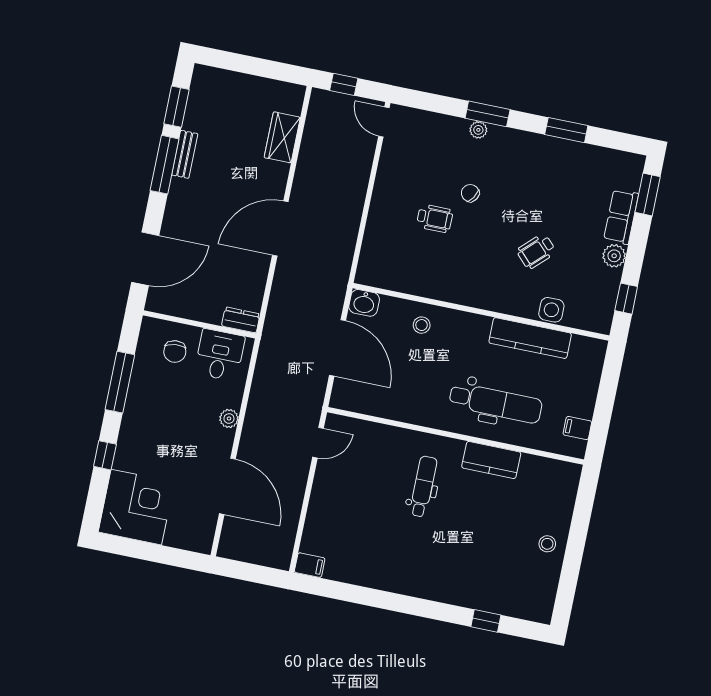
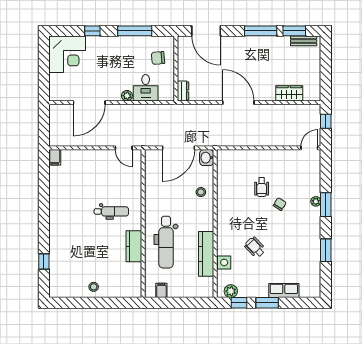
bench: (185, 154) -> (304, 41), moved
window: (648, 194) -> (267, 303), moved
plant: (614, 256) -> (231, 291), moved
desk: (220, 355) -> (146, 88), moved, turned 90

